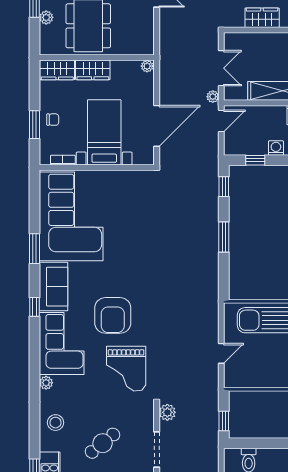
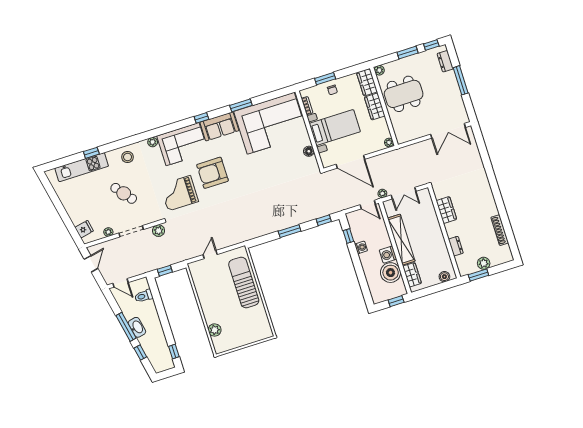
plant: (46, 17) -> (379, 70), moved
floor lamp: (125, 177) -> (309, 151), added
door: (221, 353) -> (210, 255), swing flipped

